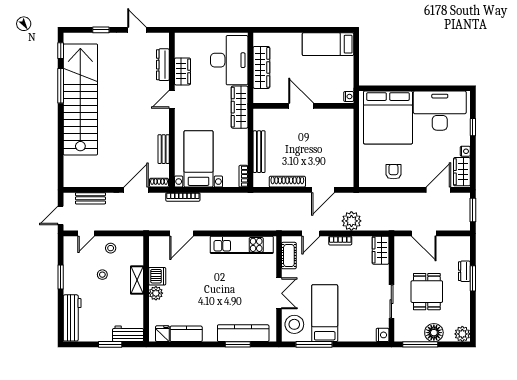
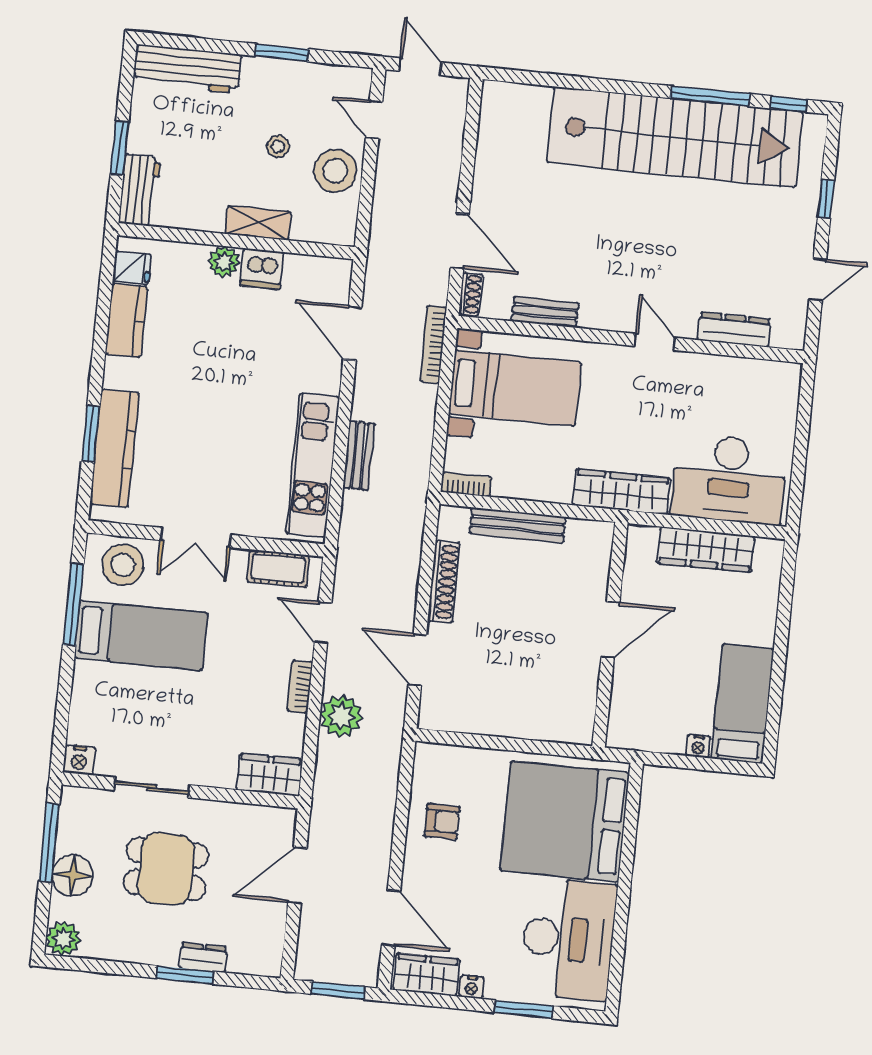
wardrobe: (182, 71) -> (715, 372), removed
nightstand: (349, 96) -> (698, 746), moved
window: (473, 127) -> (524, 1009), width x1.50
bench: (90, 198) -> (359, 456), moved
stool: (111, 248) -> (335, 171), width x1.89, depth x1.89

